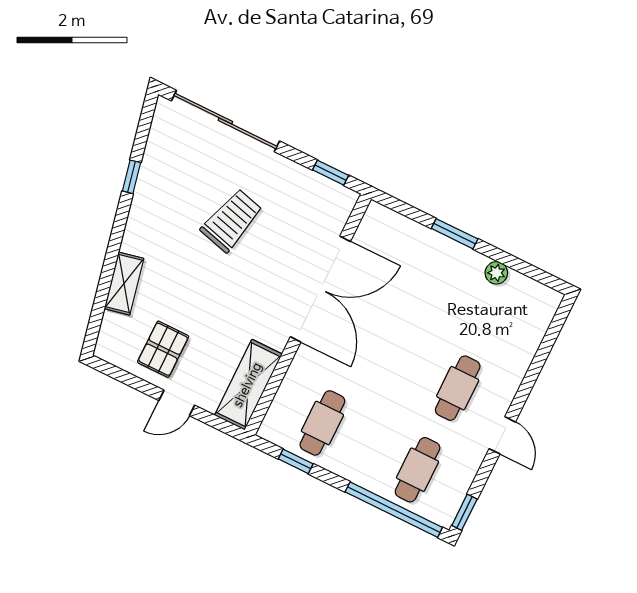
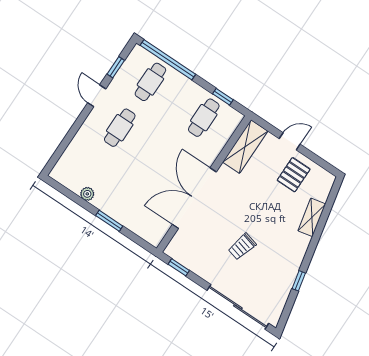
trolley: (232, 220) -> (242, 247), width x0.73, depth x0.72
window: (464, 512) -> (116, 67), moved

